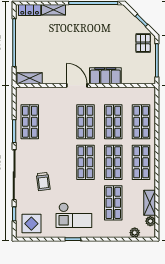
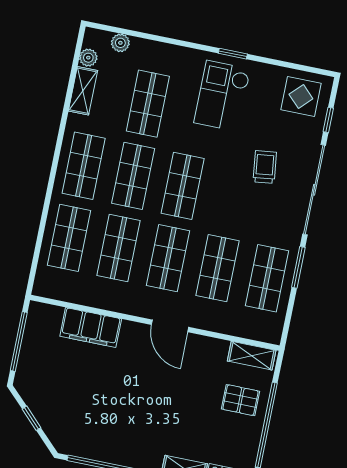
pallet: (143, 43) -> (240, 400), moved, turned 90
filing cabinet: (105, 76) -> (91, 328), moved
shop shelf: (58, 122) -> (217, 268), added
checkout: (74, 215) -> (222, 96), turned -90

